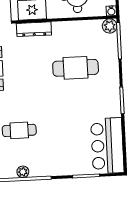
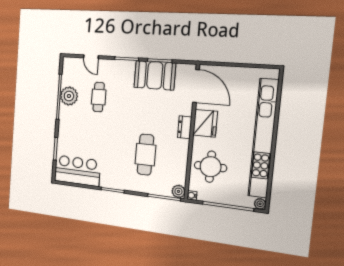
dresser: (34, 29) -> (185, 127), width x0.70
plant: (23, 172) -> (69, 96), width x1.88, depth x1.88

